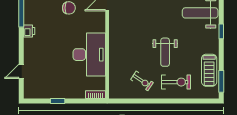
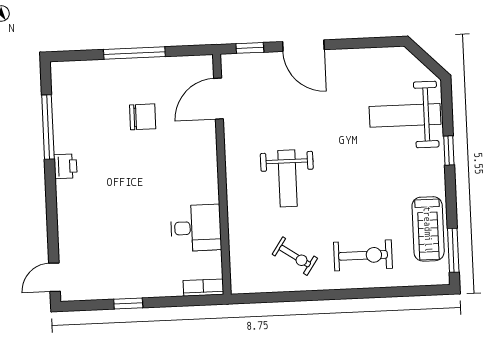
weight bench: (165, 52) -> (287, 178), moved
desk: (89, 55) -> (196, 228), width x0.53, depth x0.77
door: (21, 71) -> (55, 277), moved

